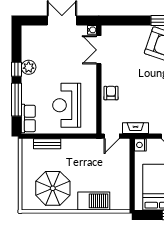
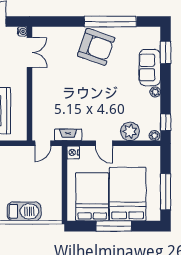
double door: (99, 50) -> (30, 52), swing flipped
armchair: (111, 93) -> (42, 98), removed

